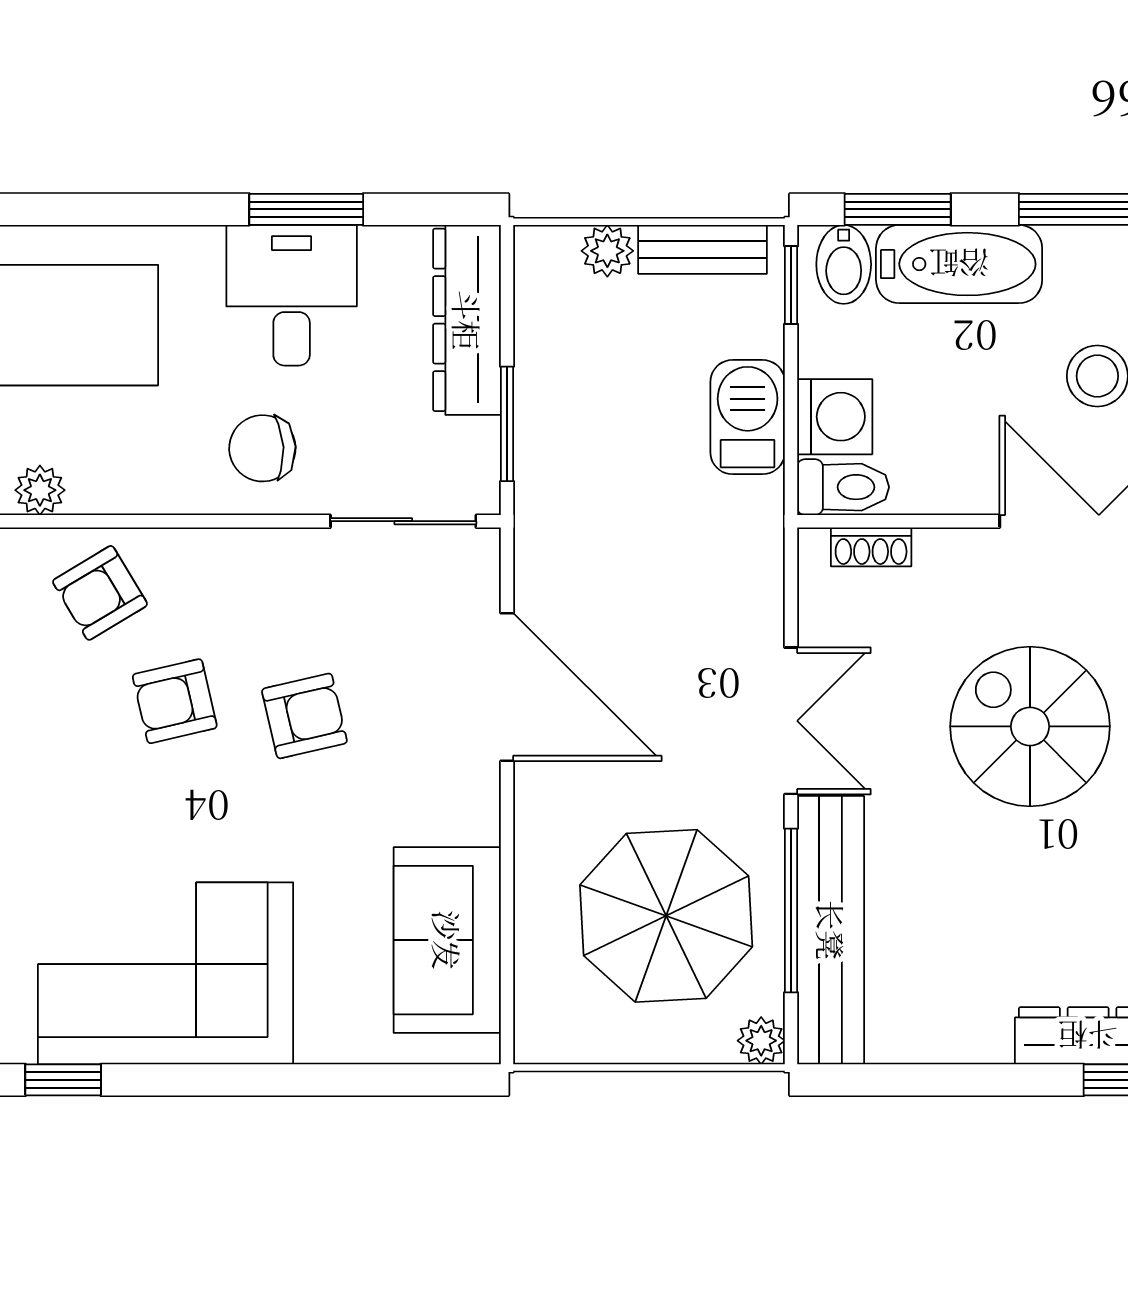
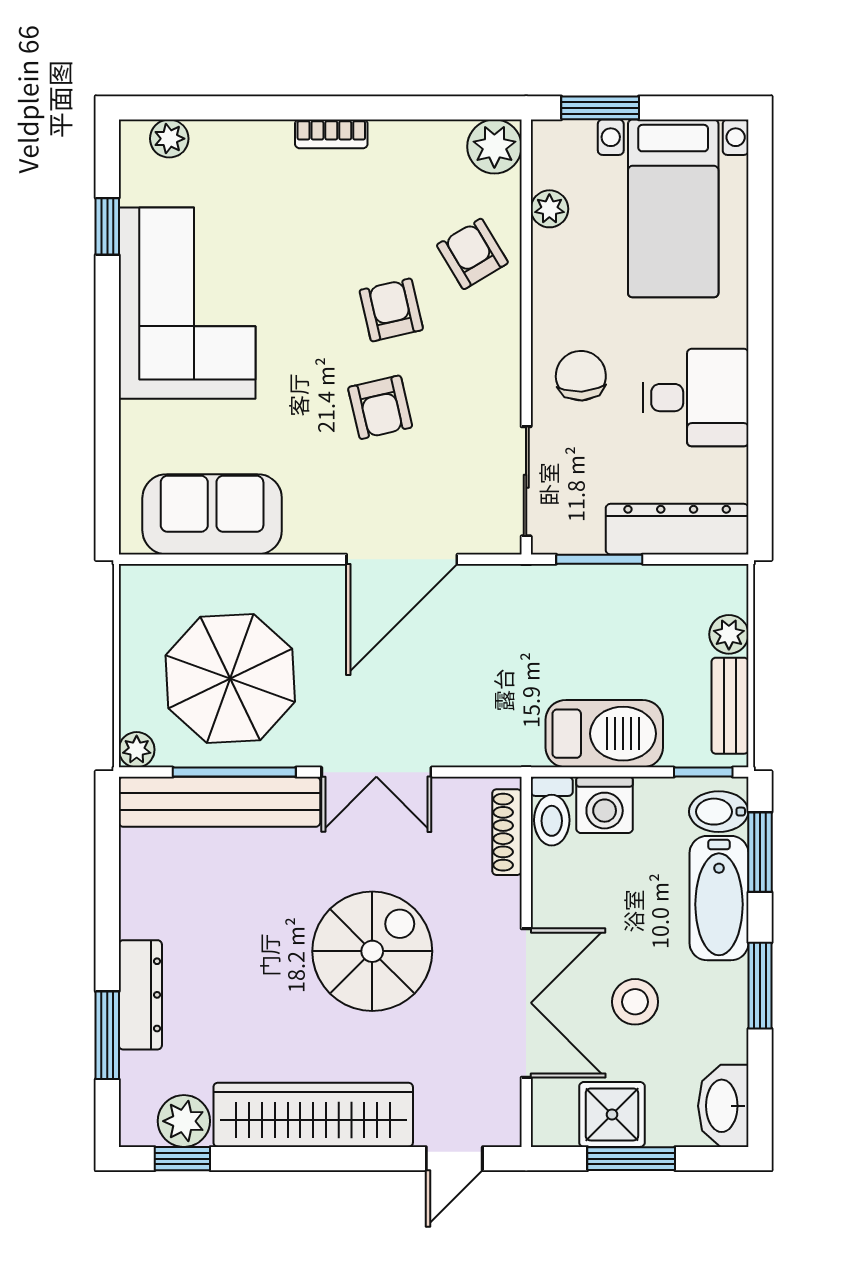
window: (306, 209) -> (760, 409), removed
barbecue: (748, 417) -> (604, 734), width x1.37, depth x1.21
shoe rack: (871, 547) -> (507, 832), width x1.43

